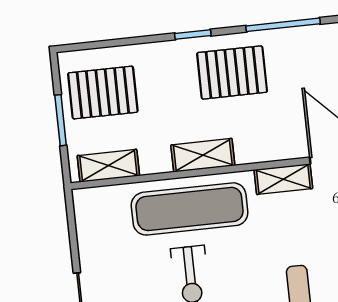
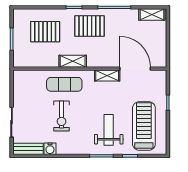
pallet: (103, 93) -> (45, 32), moved
shelving: (108, 166) -> (31, 61), removed
exercise mat: (190, 209) -> (64, 84), width x0.73, depth x0.69

